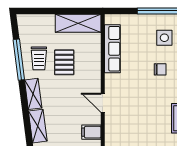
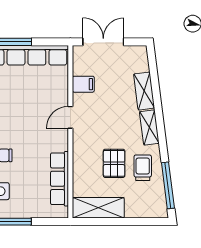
window: (19, 60) -> (168, 185), moved
door: (103, 103) -> (70, 117), swing flipped

